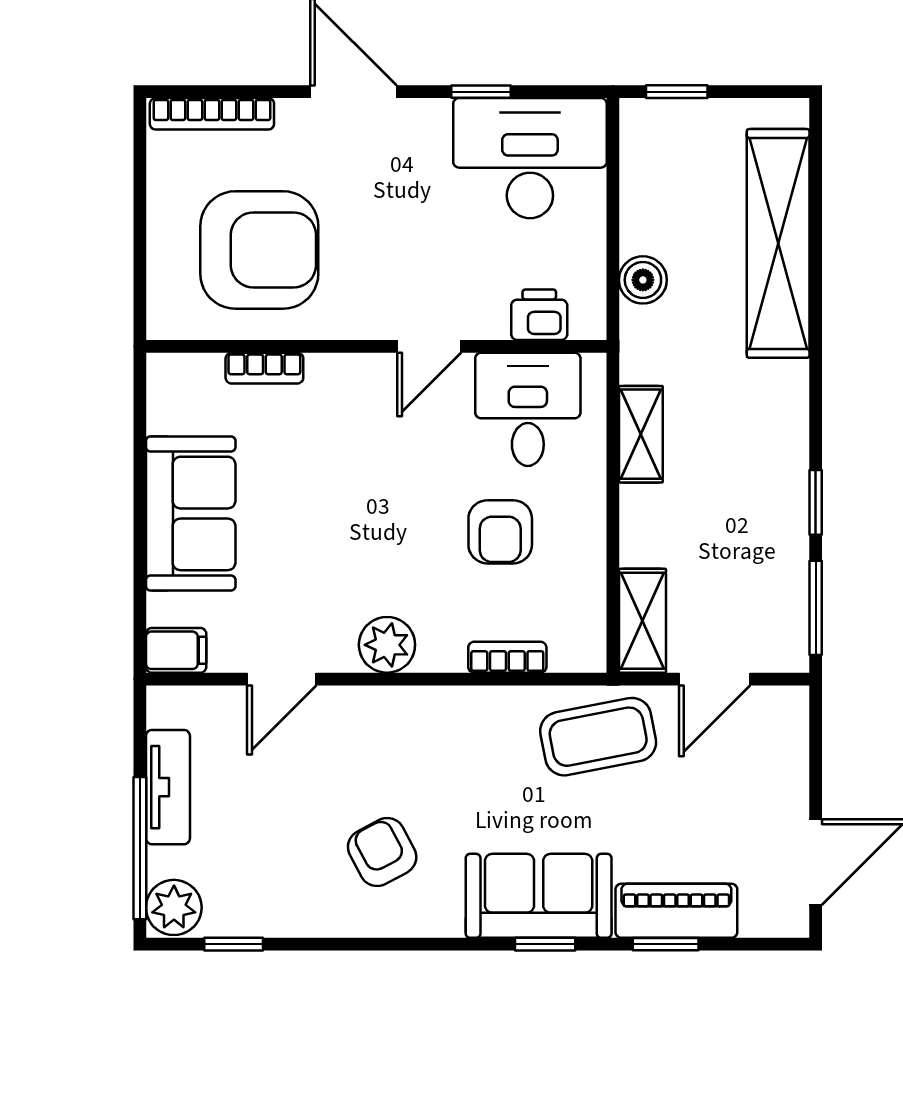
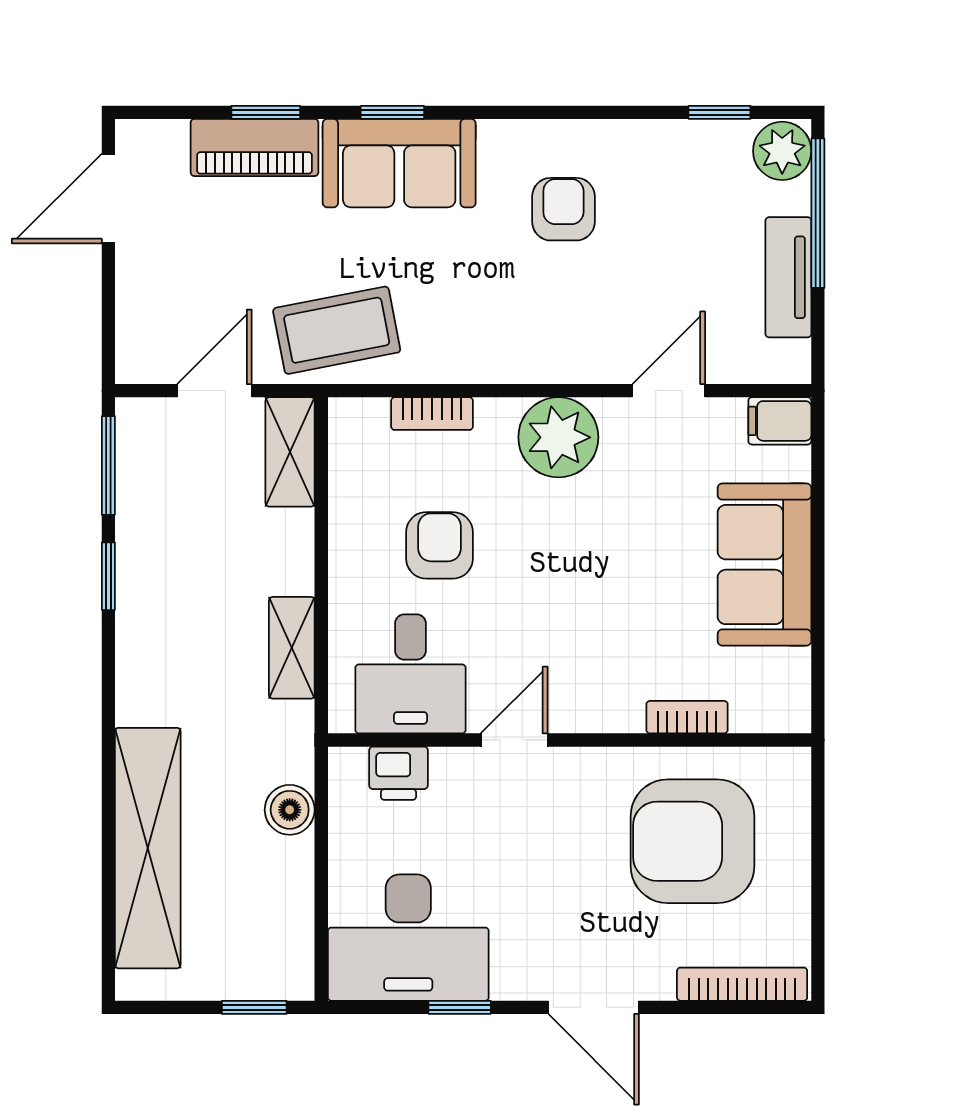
plant: (387, 645) -> (558, 437), width x1.36, depth x1.36
armchair: (382, 852) -> (563, 209), turned -152

